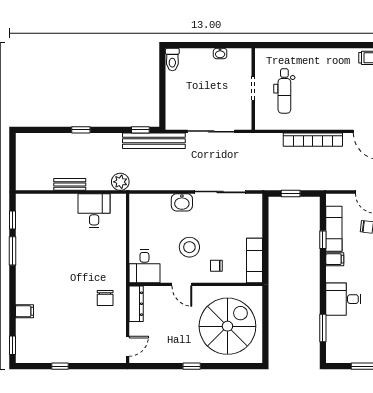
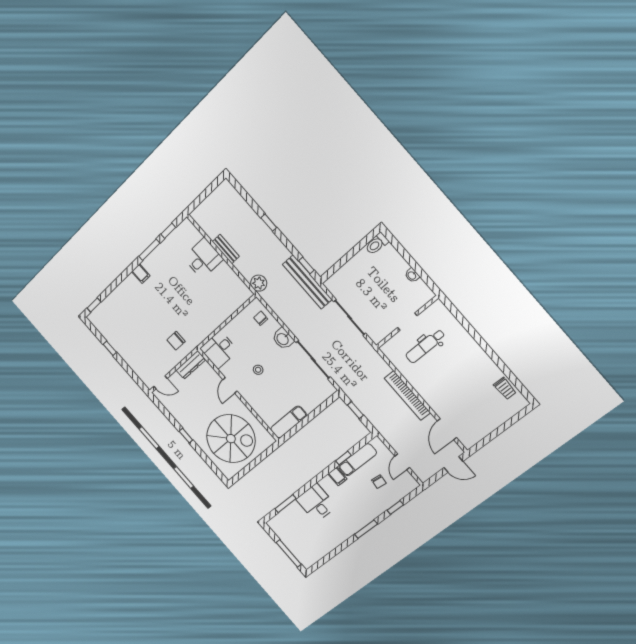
desk: (94, 211) -> (203, 258), moved
stool: (189, 247) -> (258, 370), width x0.53, depth x0.53
chair: (216, 266) -> (261, 318), moved
filing cabinet: (24, 311) -> (141, 274), moved

